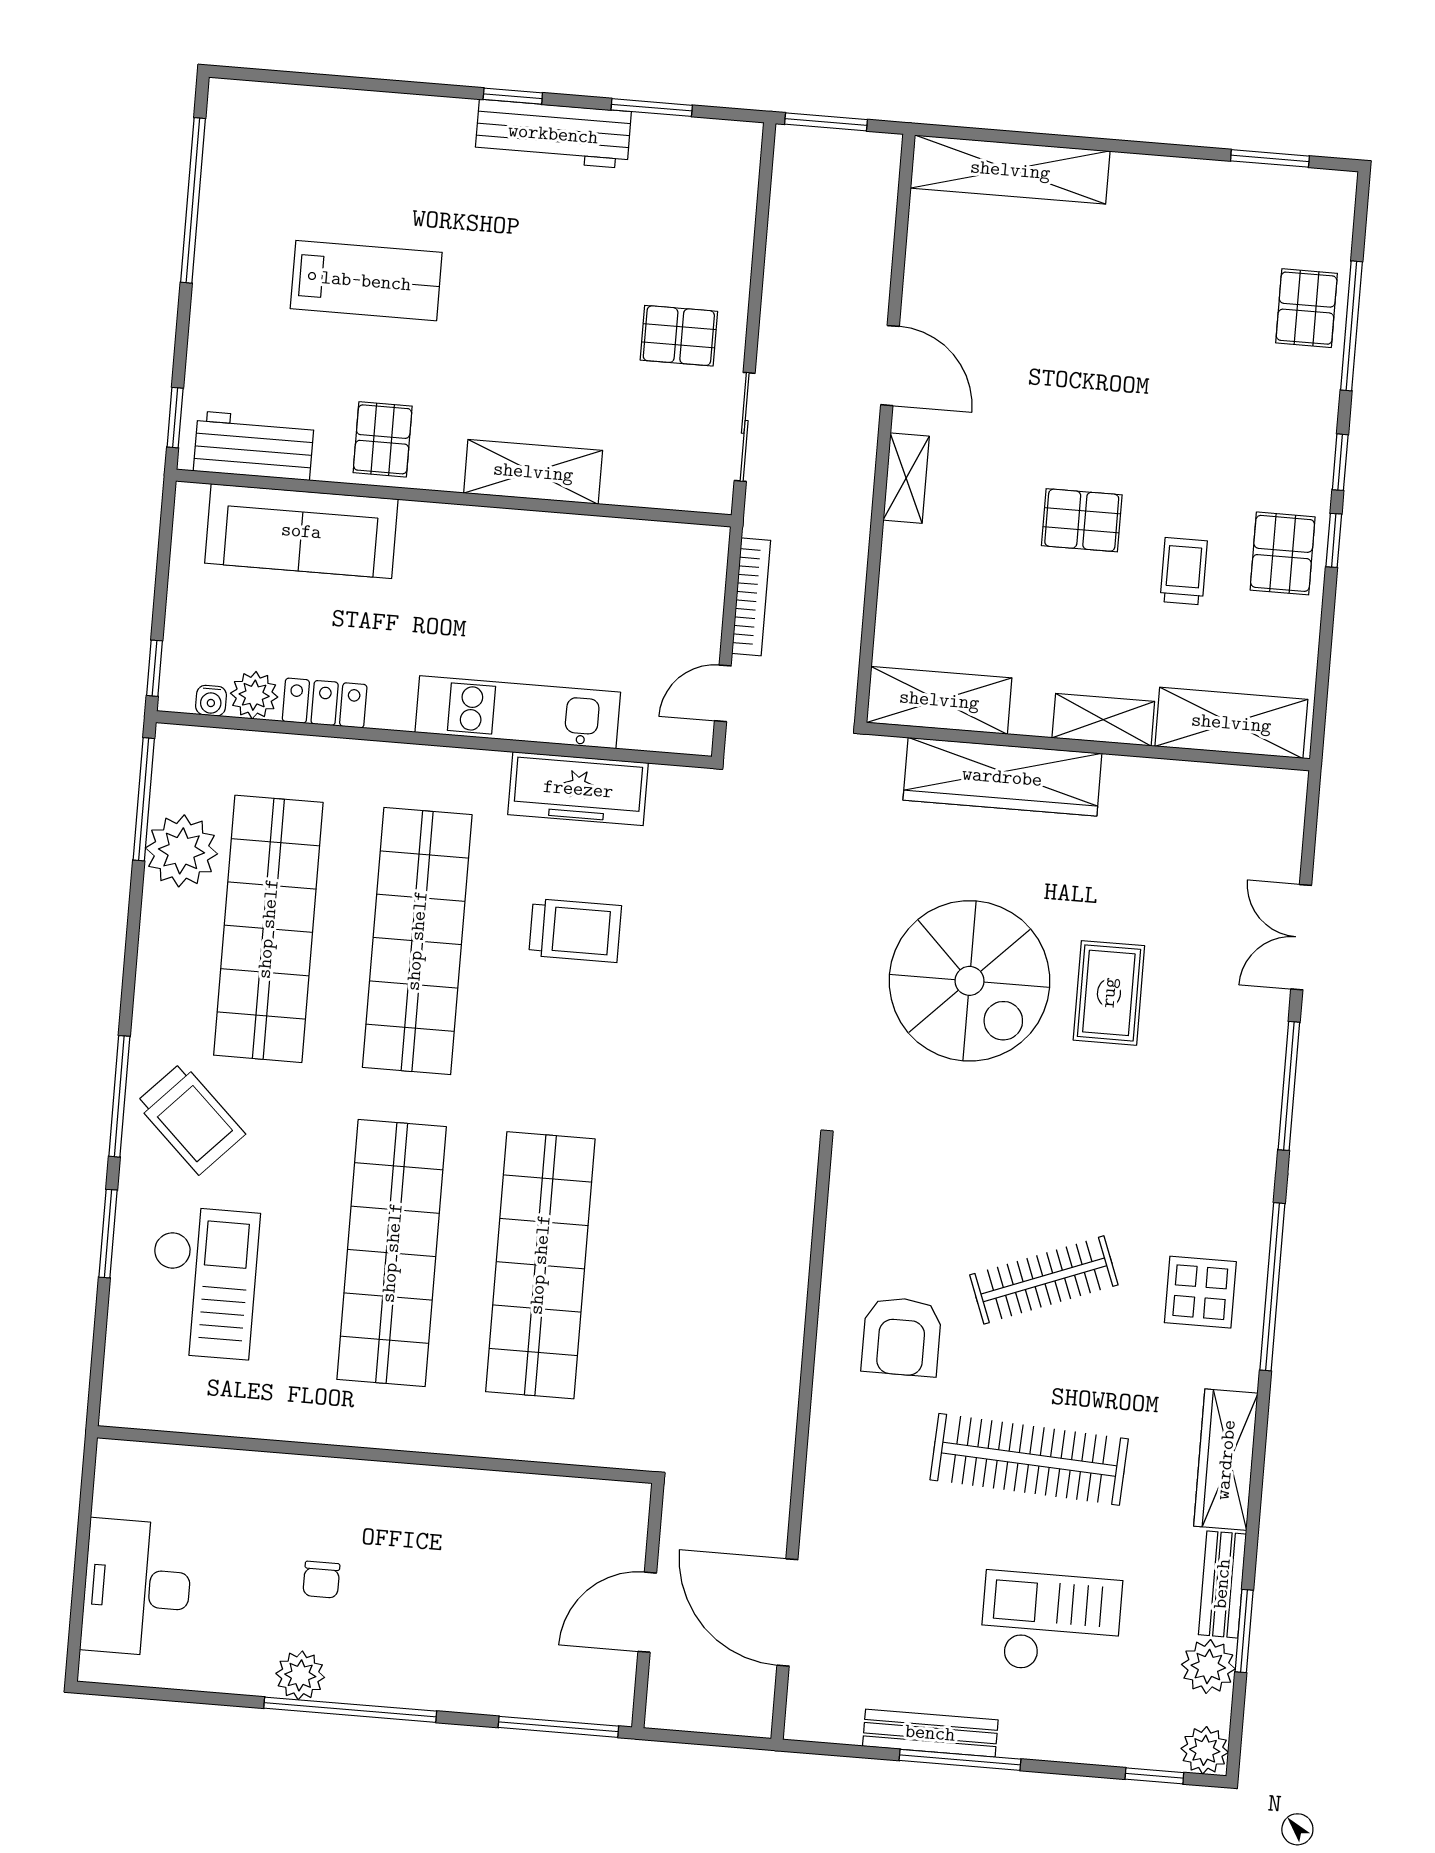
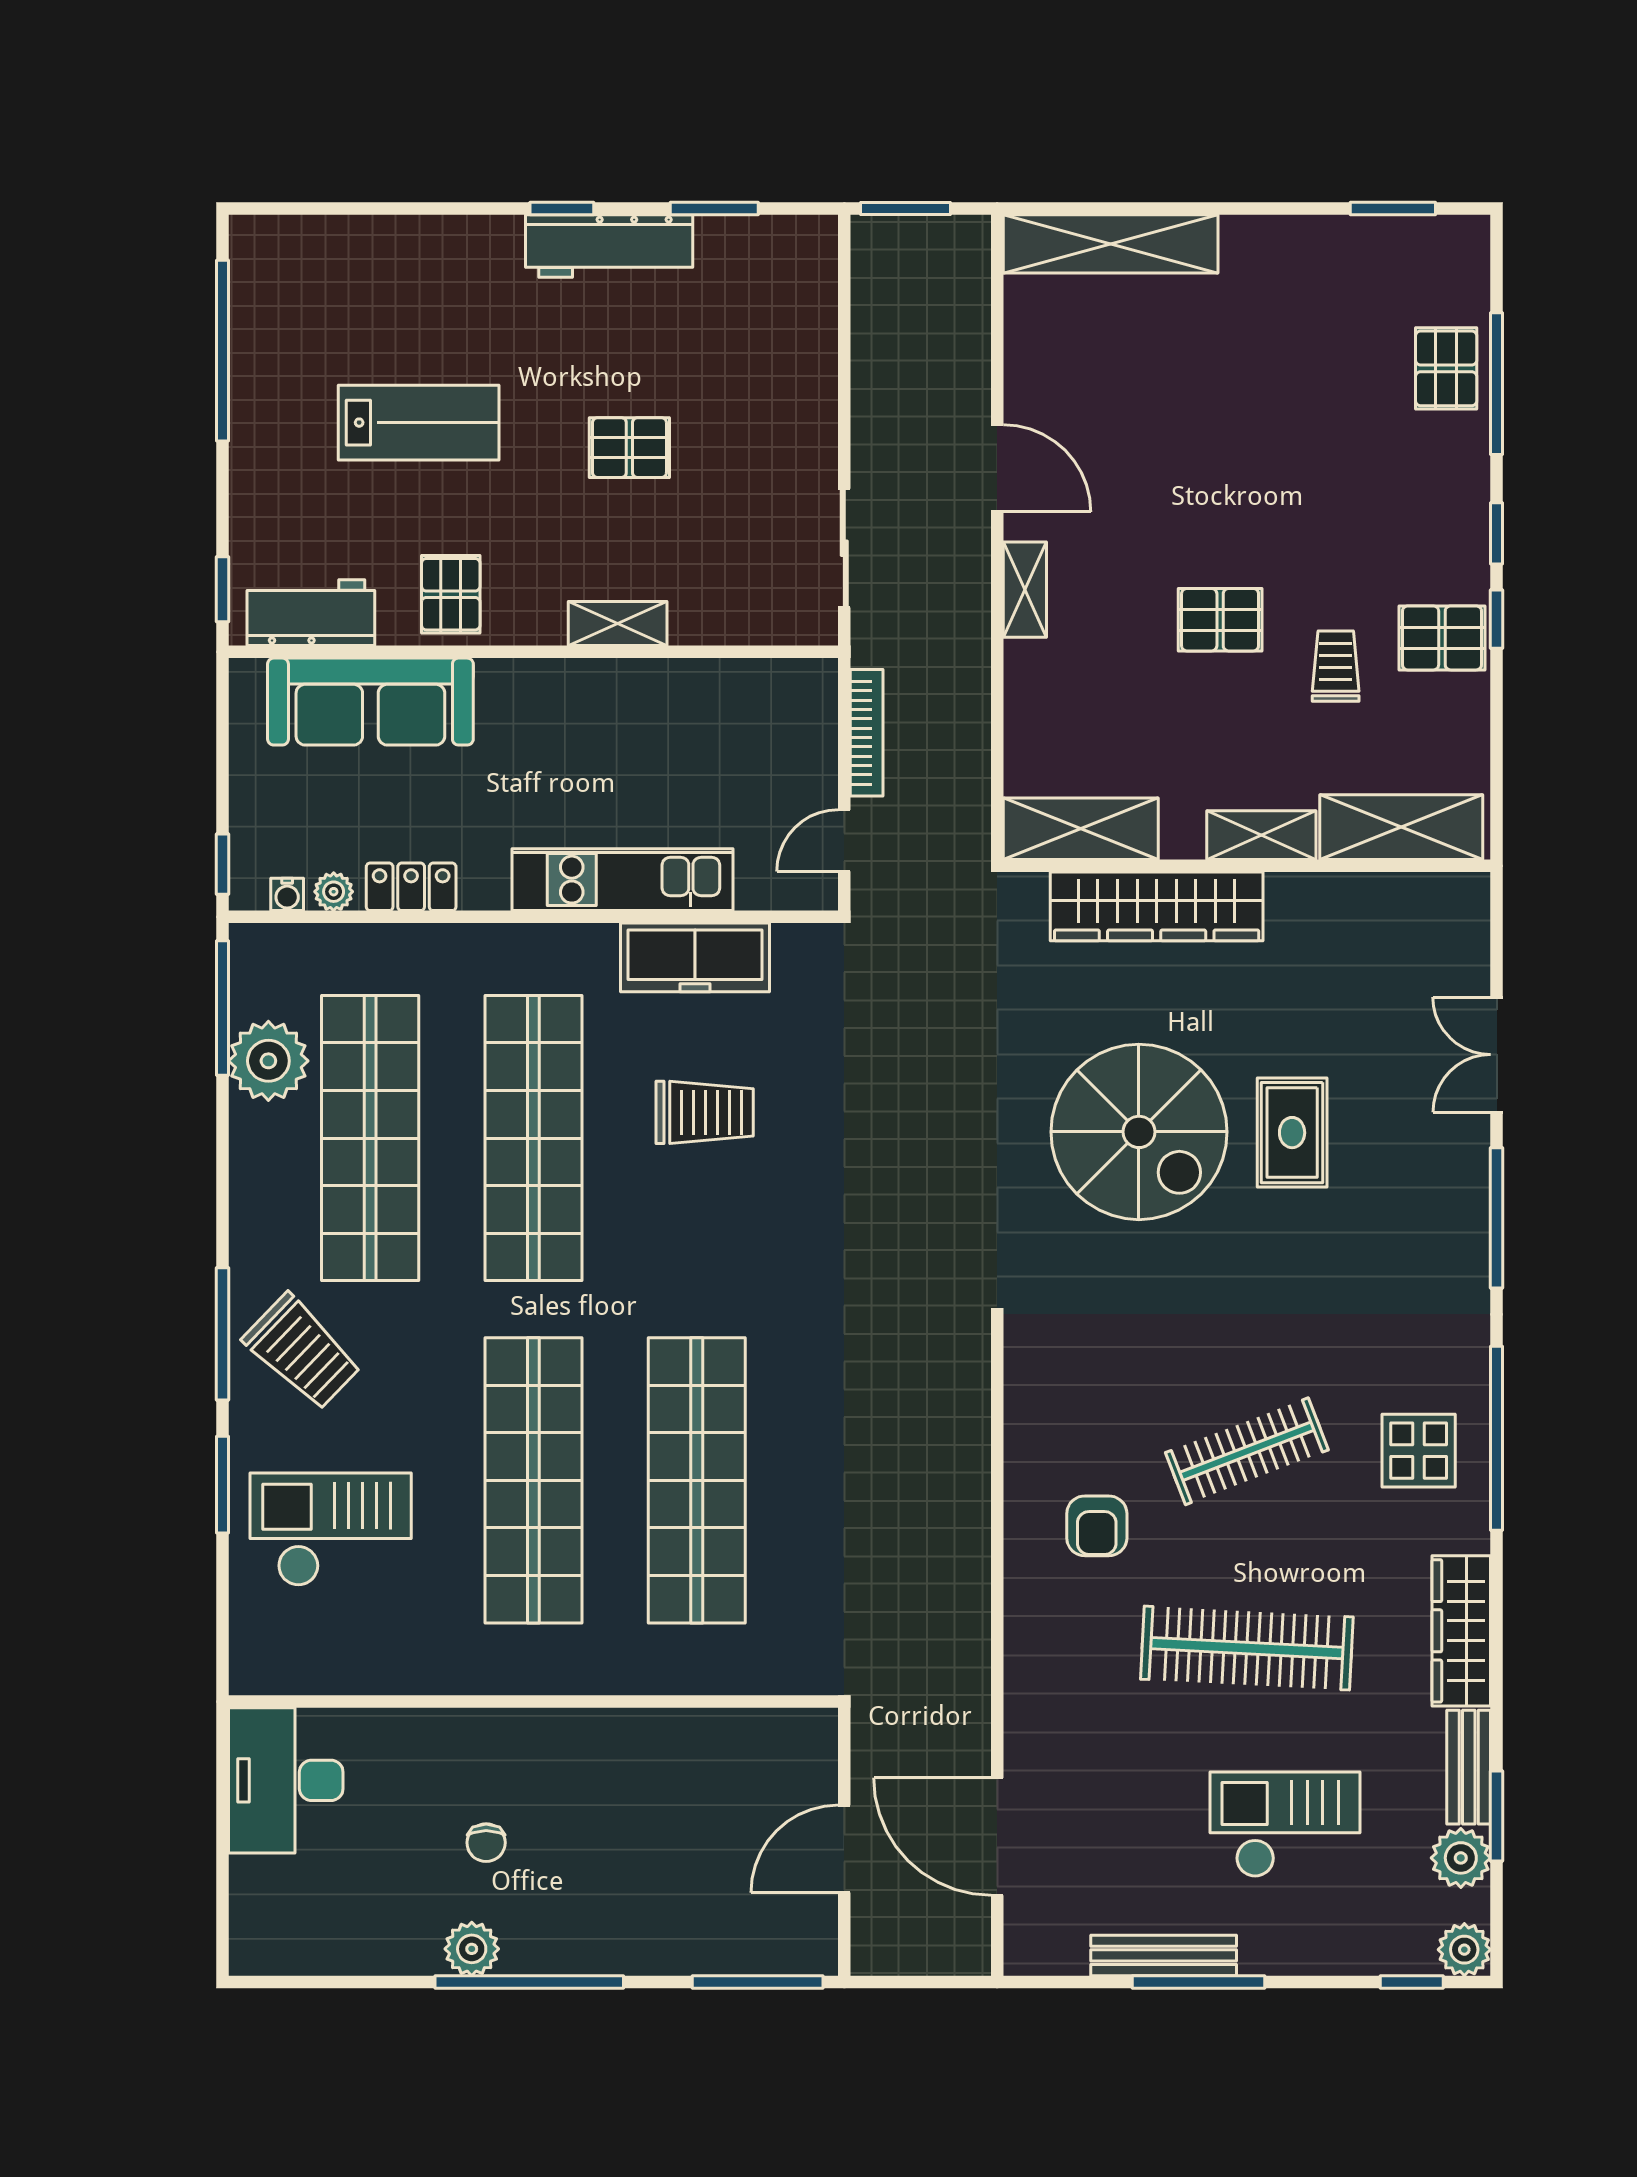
pallet: (679, 336) -> (629, 448), moved
shelving: (533, 472) -> (618, 624), width x0.67, depth x0.75
pallet: (1283, 553) -> (1442, 638), turned 90
plant: (254, 695) -> (334, 892), width x0.73, depth x0.73
checkout: (203, 1283) -> (331, 1529), turned -90
armchair: (902, 1337) -> (1097, 1526), width x0.72, depth x0.72
desk: (137, 1588) -> (286, 1780), moved

